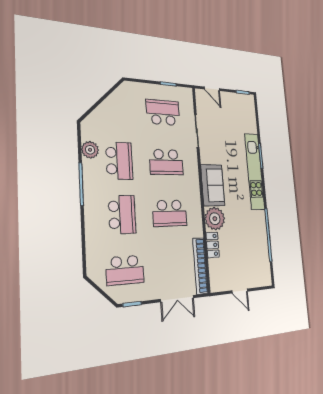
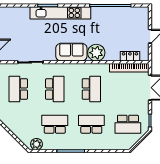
plant: (90, 150) -> (36, 144), moved
locker: (213, 245) -> (130, 56), moved
school desk: (125, 270) -> (128, 124), turned 90

